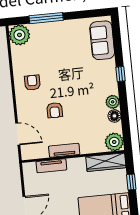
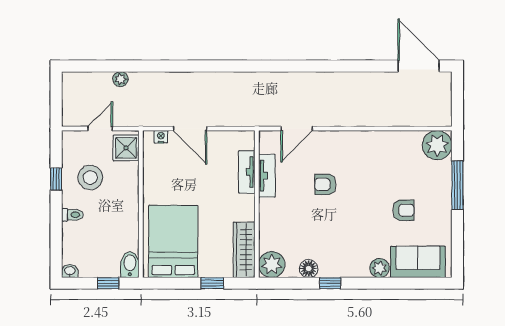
window: (121, 74) -> (330, 283), moved
armchair: (32, 83) -> (403, 210), moved
plant: (113, 102) -> (379, 268), moved
tv unit: (64, 150) -> (267, 176), moved

